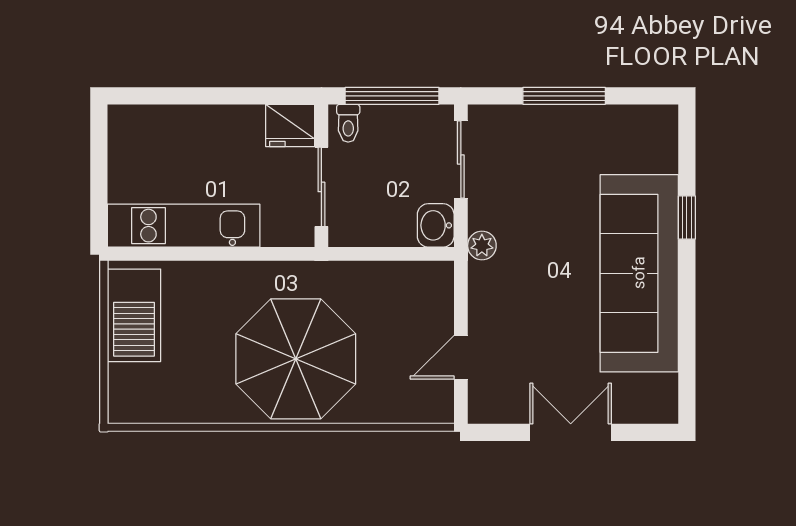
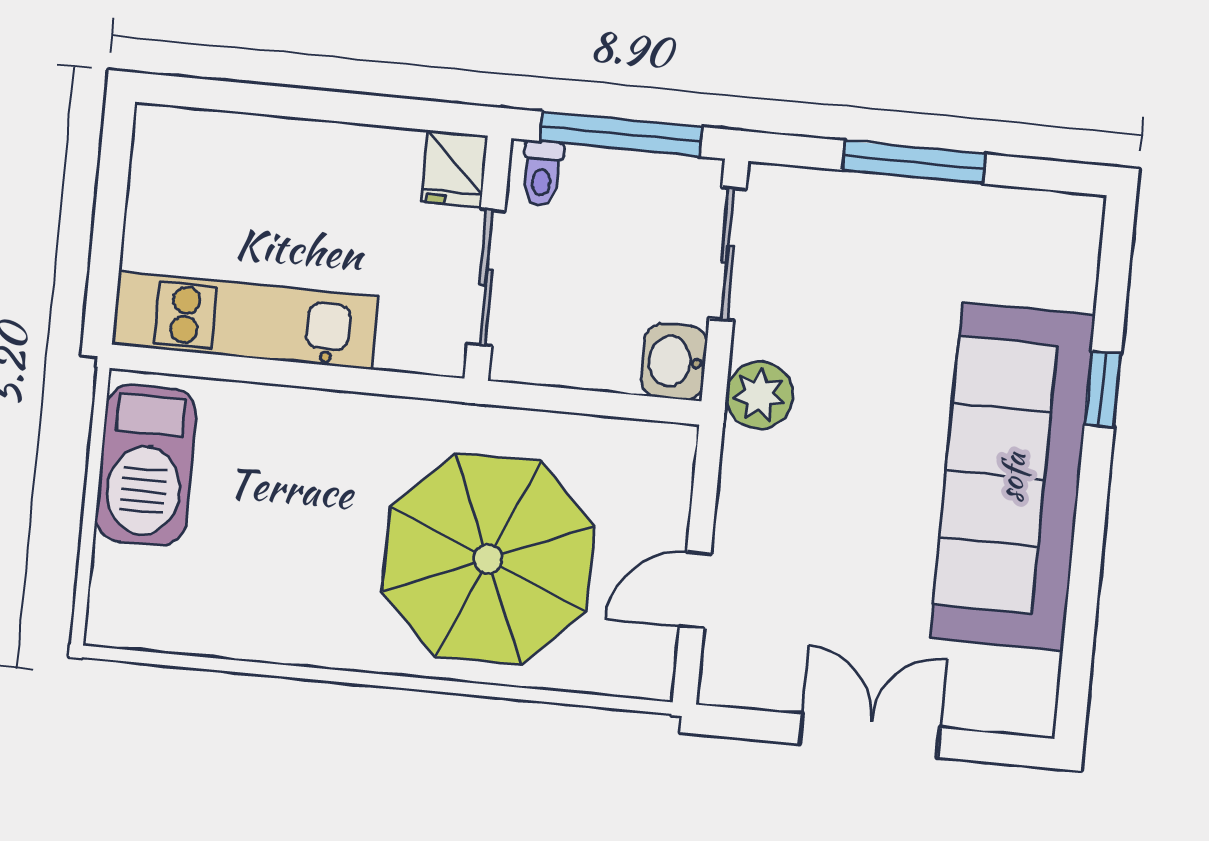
fridge: (290, 125) -> (454, 169), width x0.72
plant: (482, 246) -> (759, 395), width x1.38, depth x1.38
parasol: (296, 359) -> (488, 559), moved

